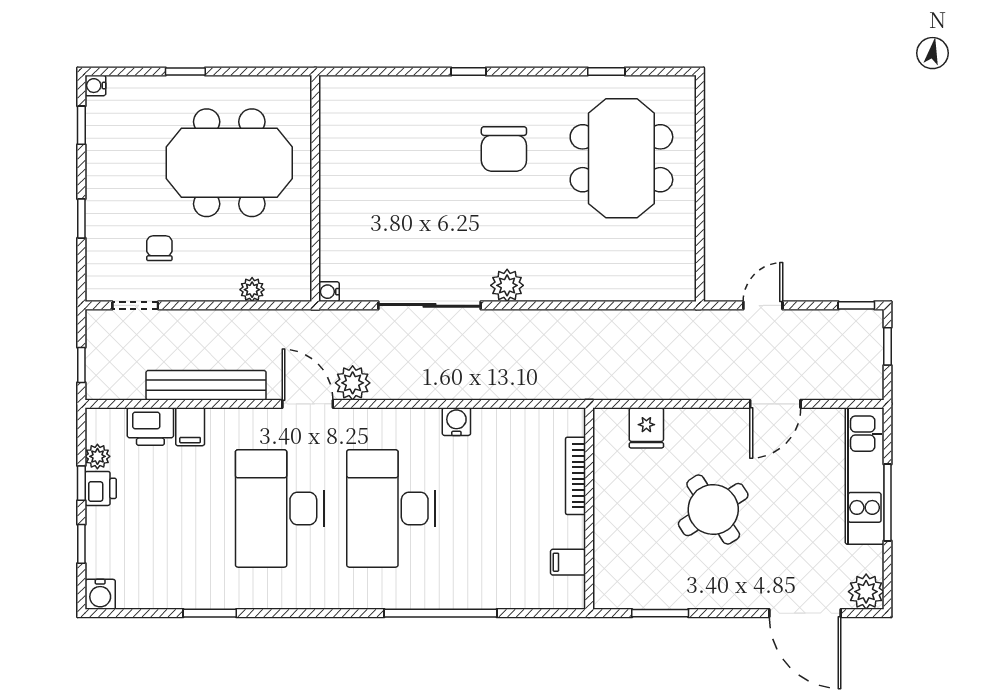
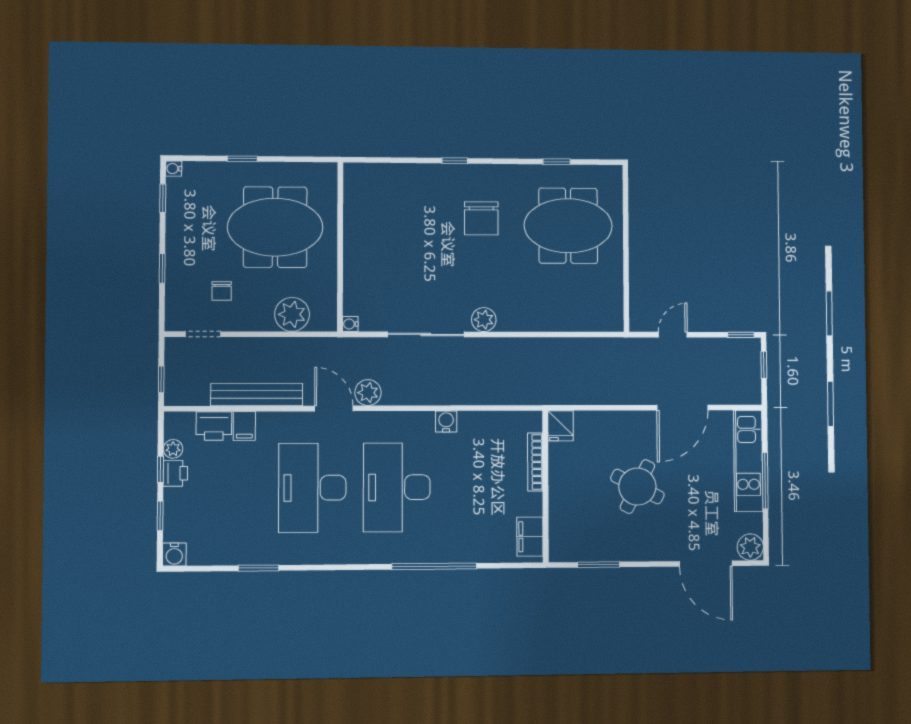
meeting table: (621, 158) -> (568, 226), turned 90
chair: (159, 248) -> (222, 291), turned 180
plant: (252, 290) -> (292, 314), width x1.87, depth x1.87
door: (775, 404) -> (682, 408), width x1.36
fridge: (646, 428) -> (561, 426), moved
round table: (713, 510) -> (637, 487), turned -30
filing cabinet: (568, 562) -> (530, 537), width x2.00

